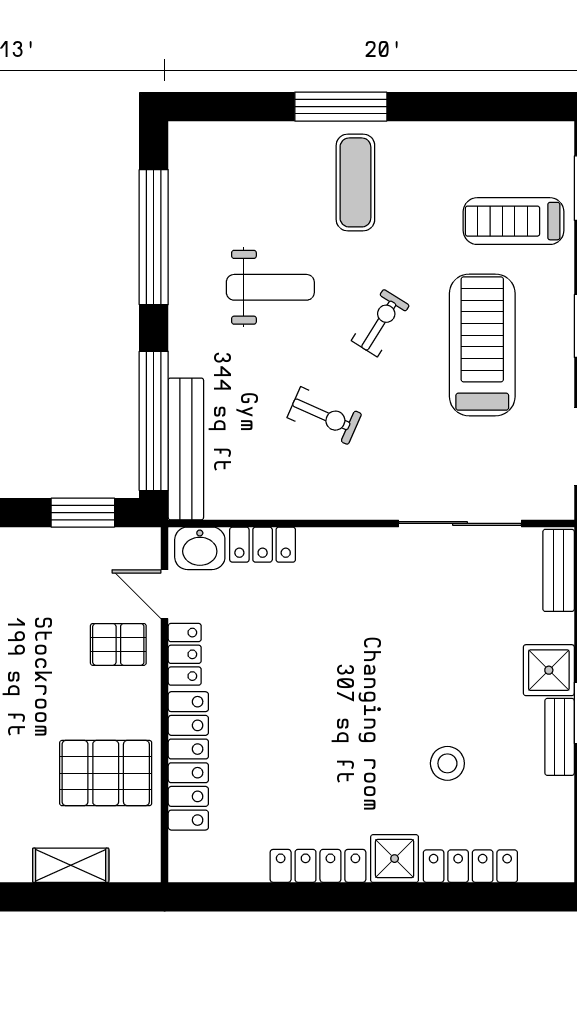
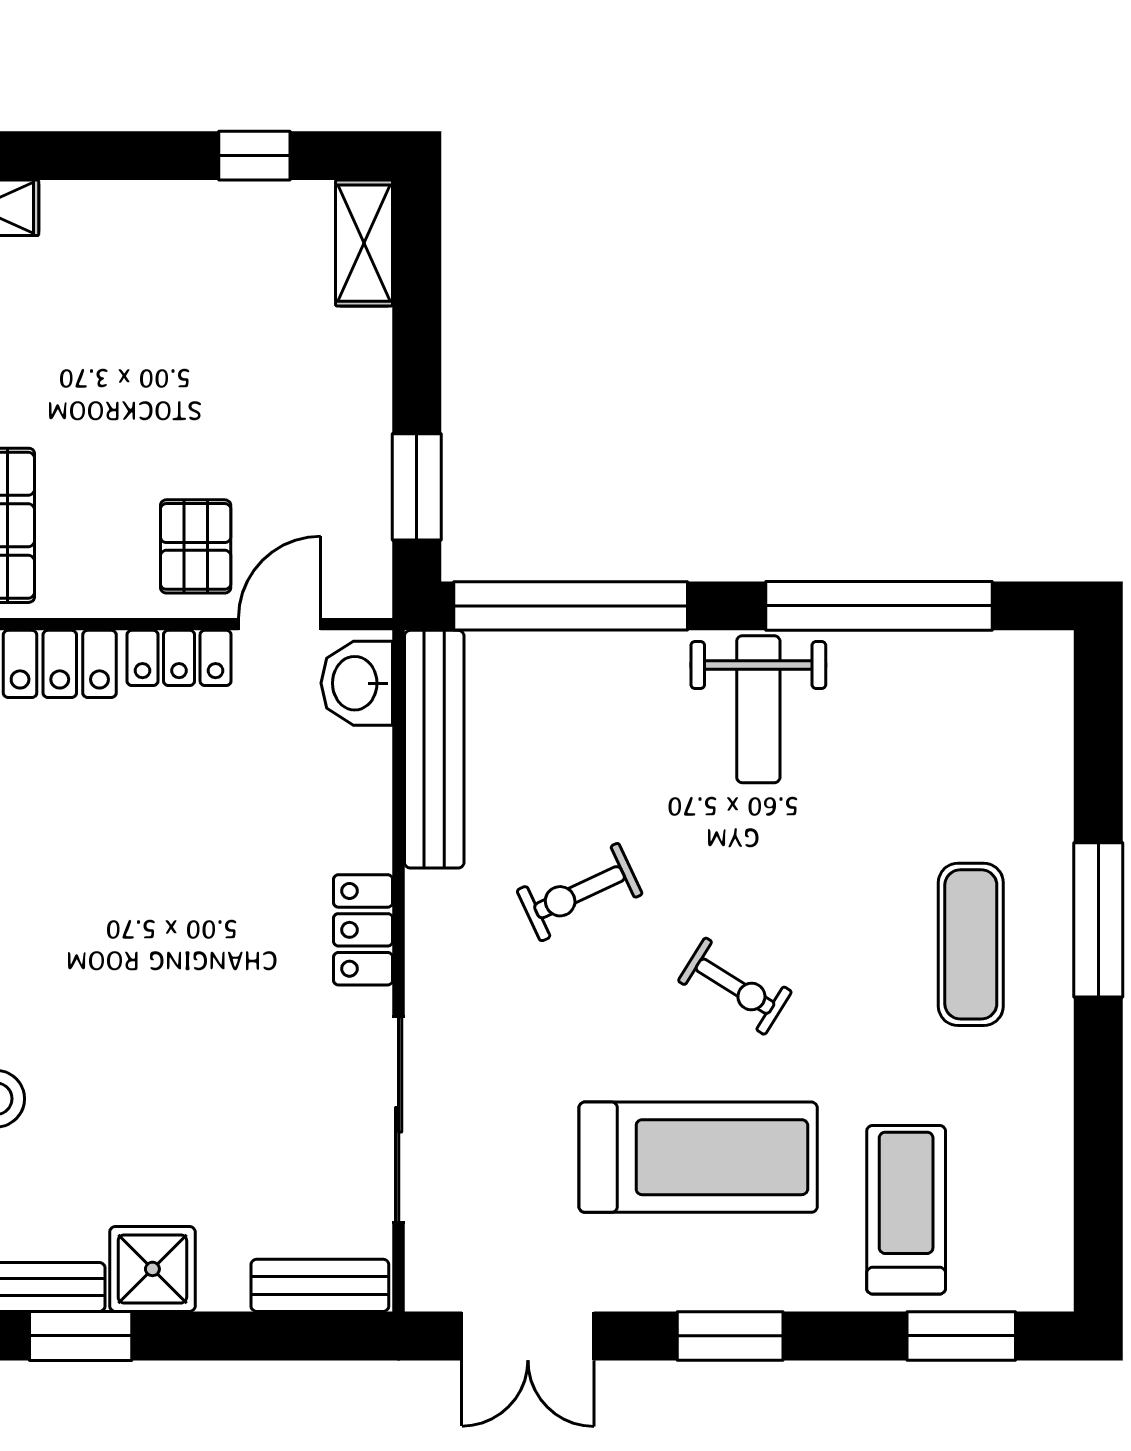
exercise mat: (355, 182) -> (971, 944), turned 90
weight bench: (270, 287) -> (758, 709), moved
exercise bike: (324, 416) -> (580, 892), turned 41
bench: (186, 449) -> (434, 749), moved, turned 90
locker: (263, 545) -> (363, 930), moved

